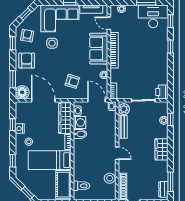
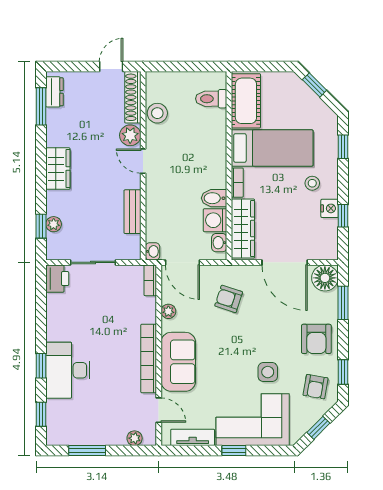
desk: (153, 16) -> (68, 370), moved, turned 90
plant: (124, 109) -> (130, 135), moved

